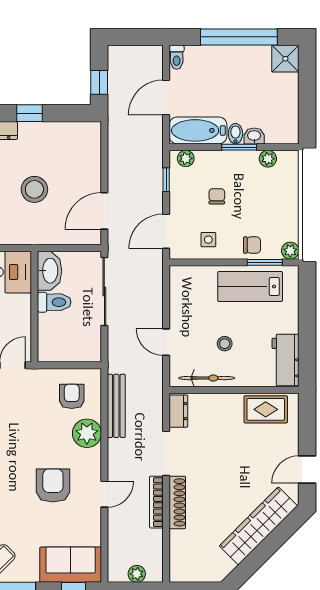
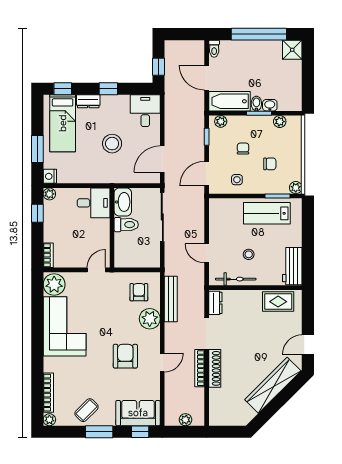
door: (166, 97) -> (207, 78), hinge flipped
desk: (81, 144) -> (145, 111), added
chair: (252, 245) -> (270, 164), moved

